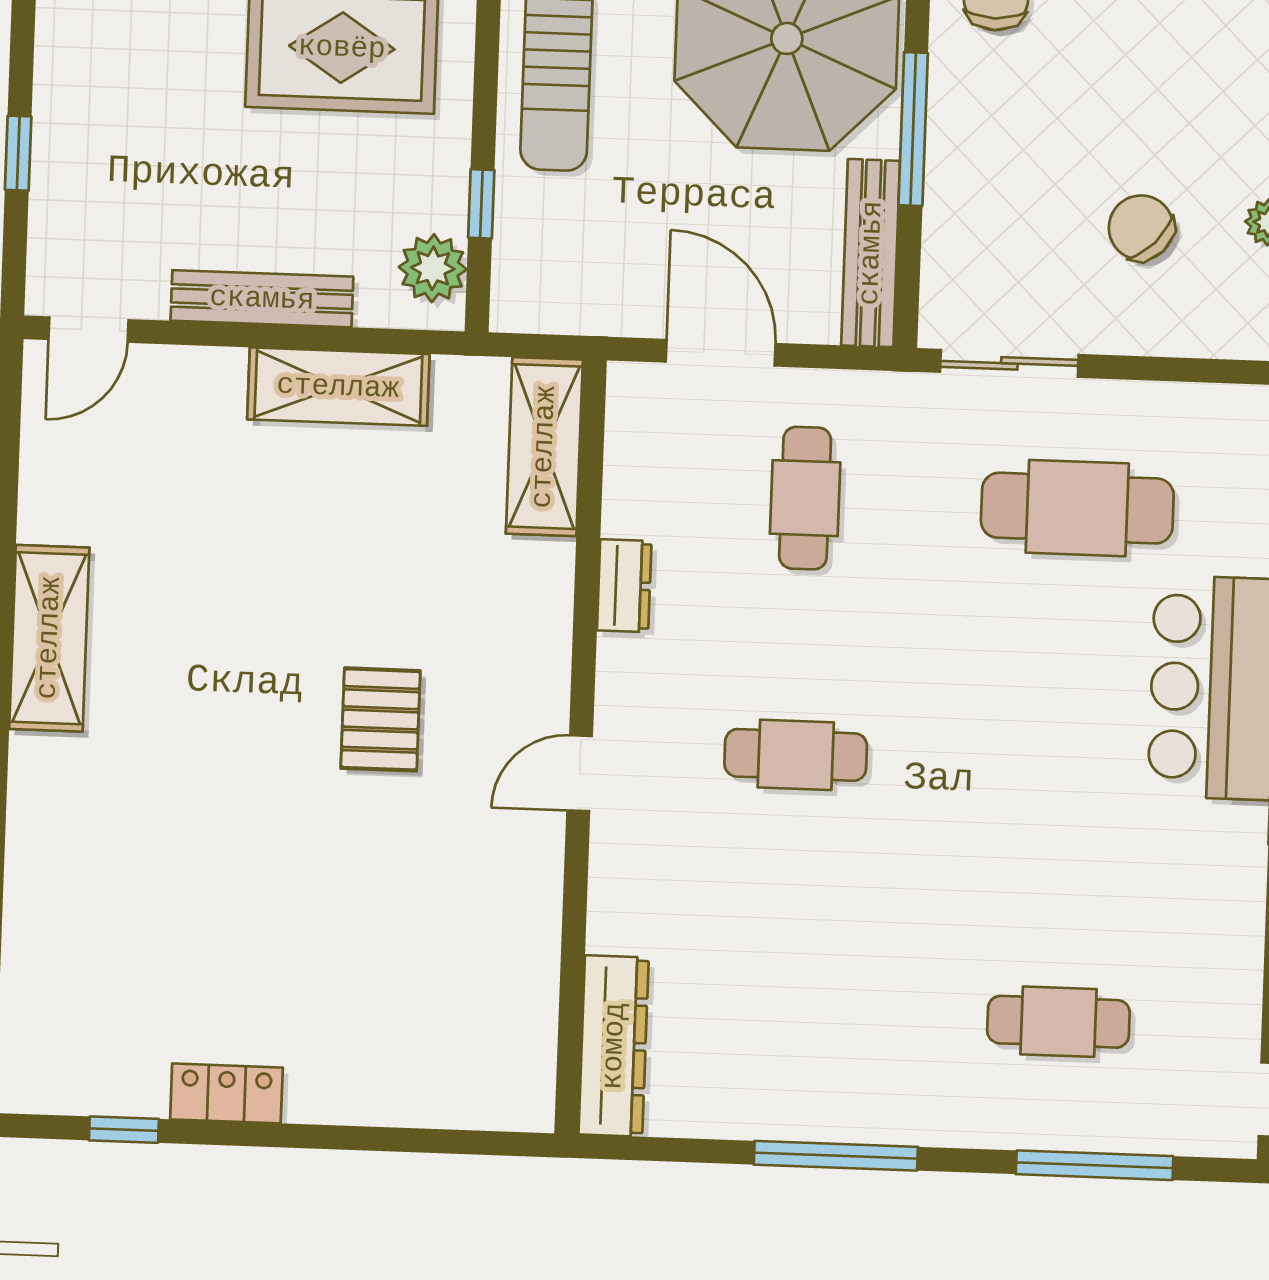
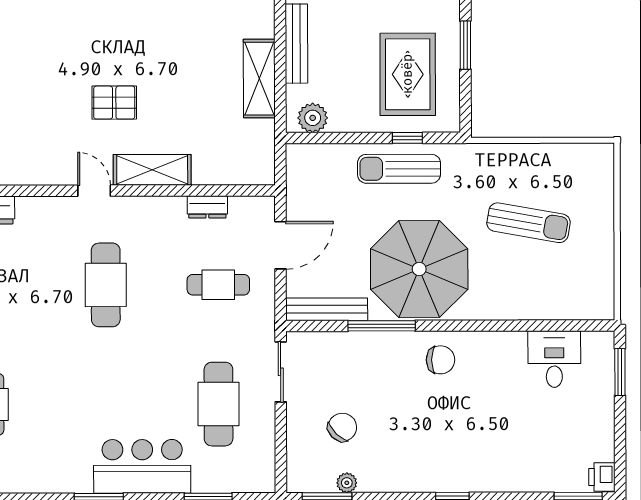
window: (481, 204) -> (407, 138), moved
shelving: (544, 447) -> (152, 170), moved
dresser: (624, 586) -> (207, 207), moved
cafe table: (796, 755) -> (106, 285), width x1.37, depth x1.35

